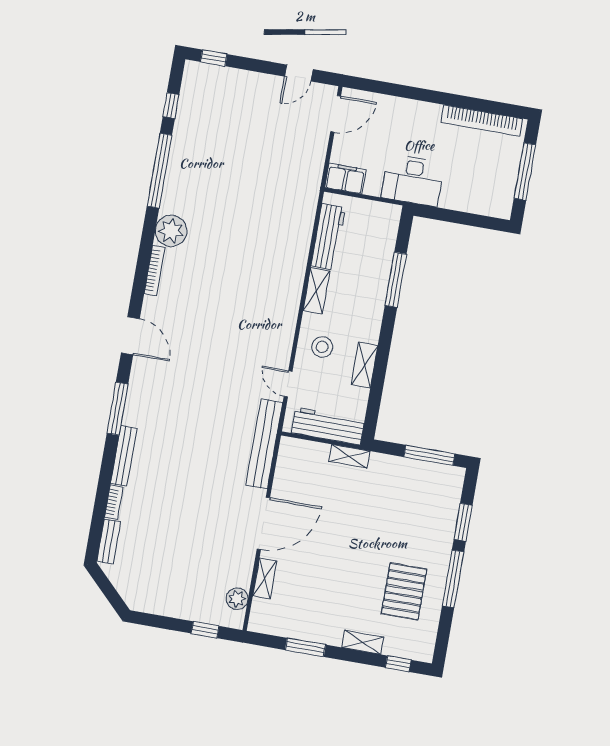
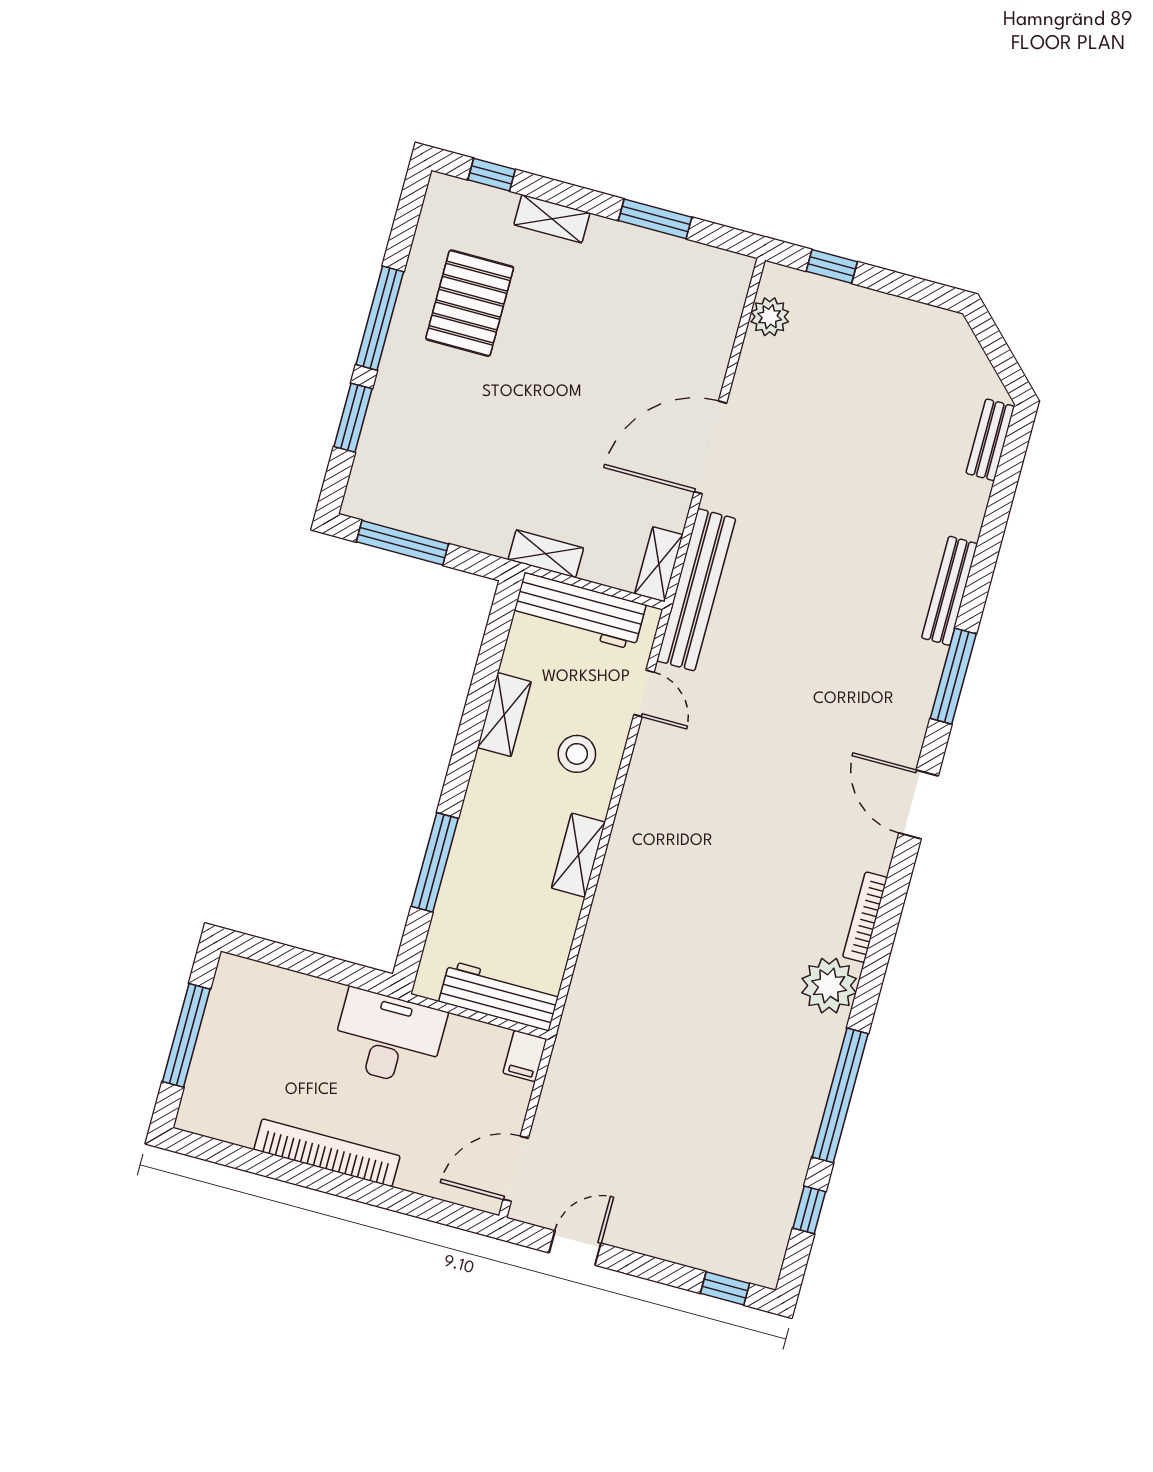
bookcase: (482, 121) -> (327, 1153), moved
filing cabinet: (345, 179) -> (525, 1056), width x0.50
workbench: (328, 237) -> (499, 996), moved, turned 90
bookcase: (114, 502) -> (975, 509), removed
shelving: (265, 579) -> (659, 564), moved

